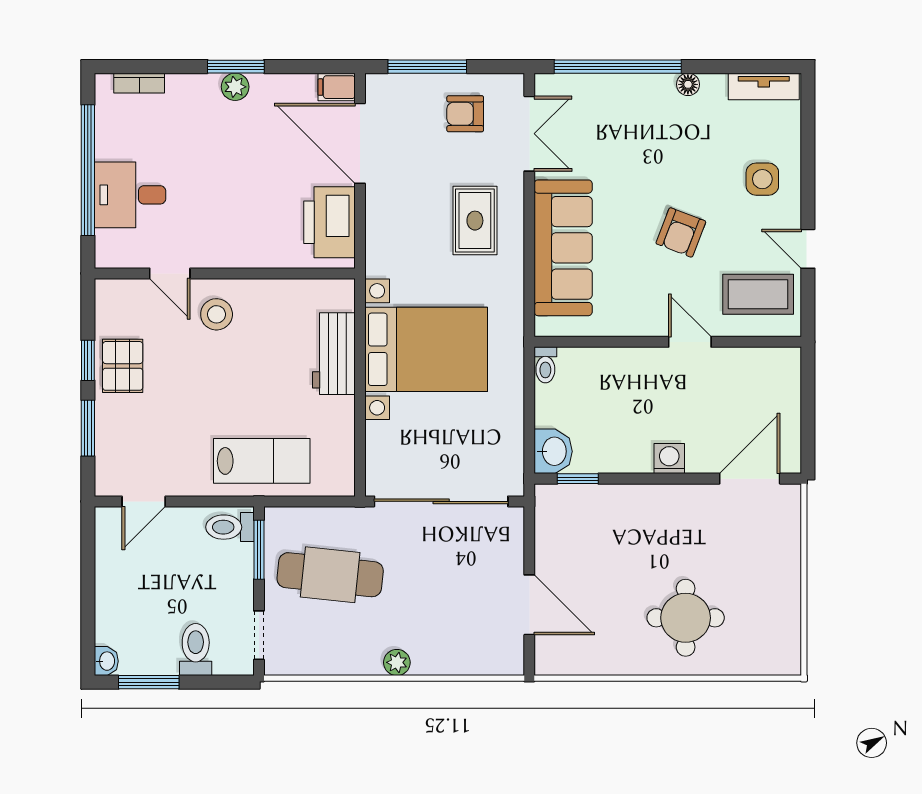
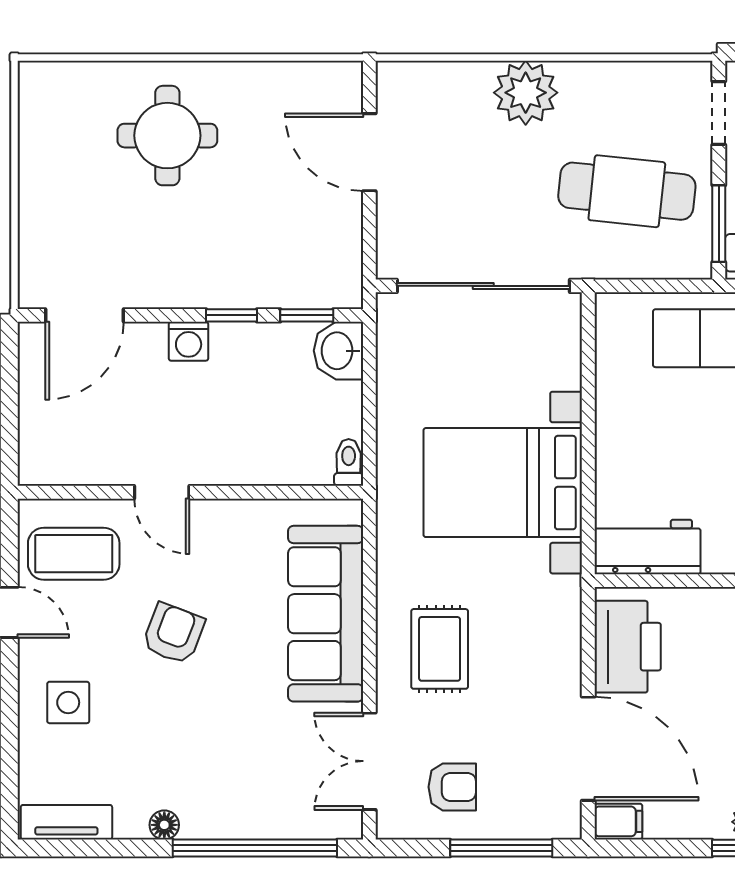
workbench: (334, 354) -> (648, 547), moved, turned -90
window: (636, 479) -> (231, 315), added
plant: (397, 662) -> (526, 93), width x1.87, depth x1.87

